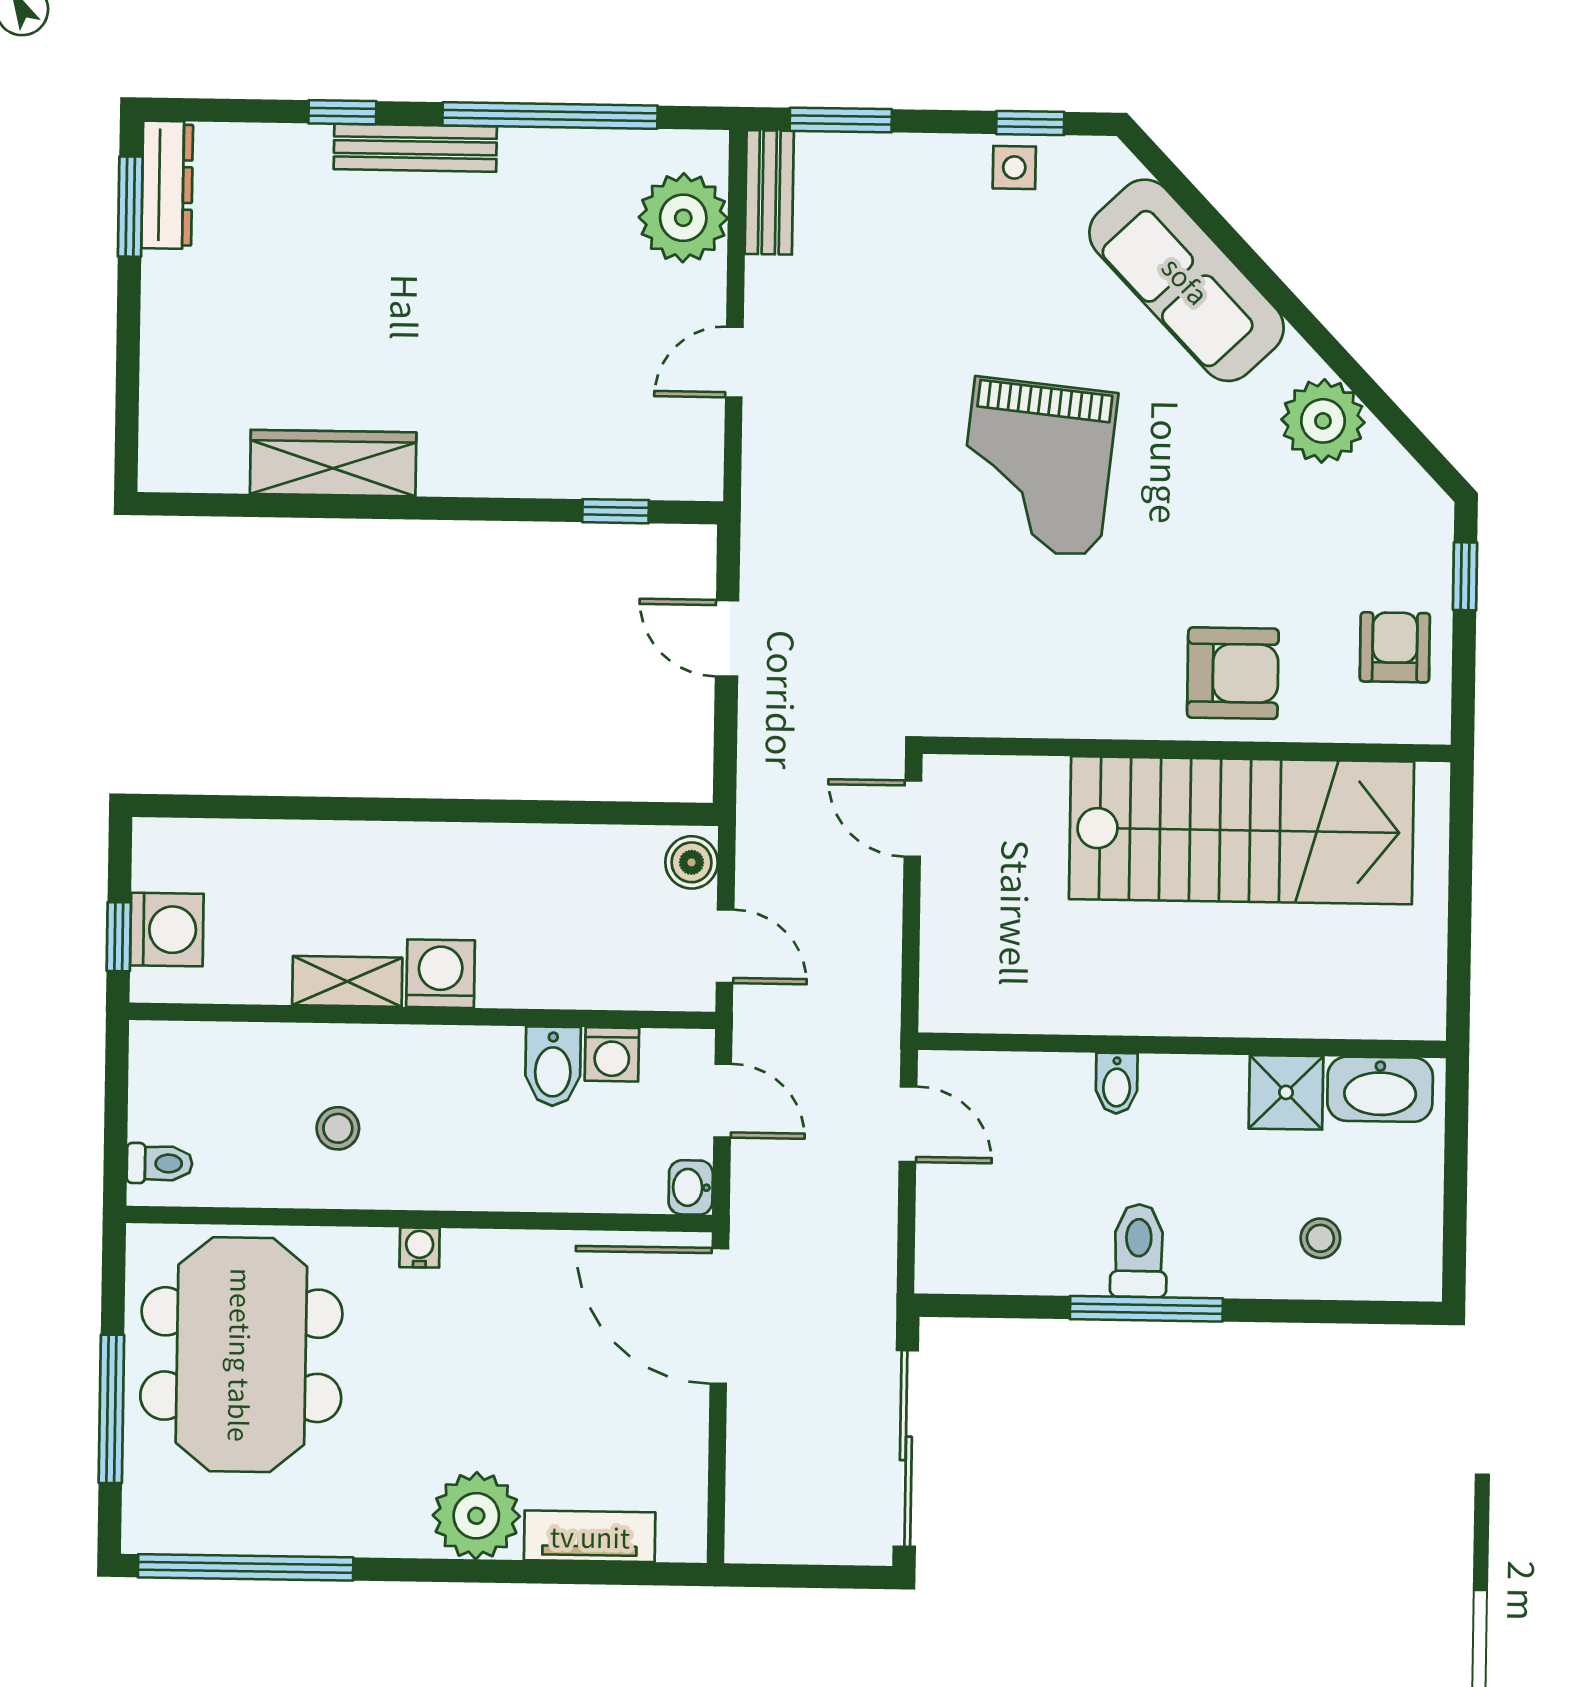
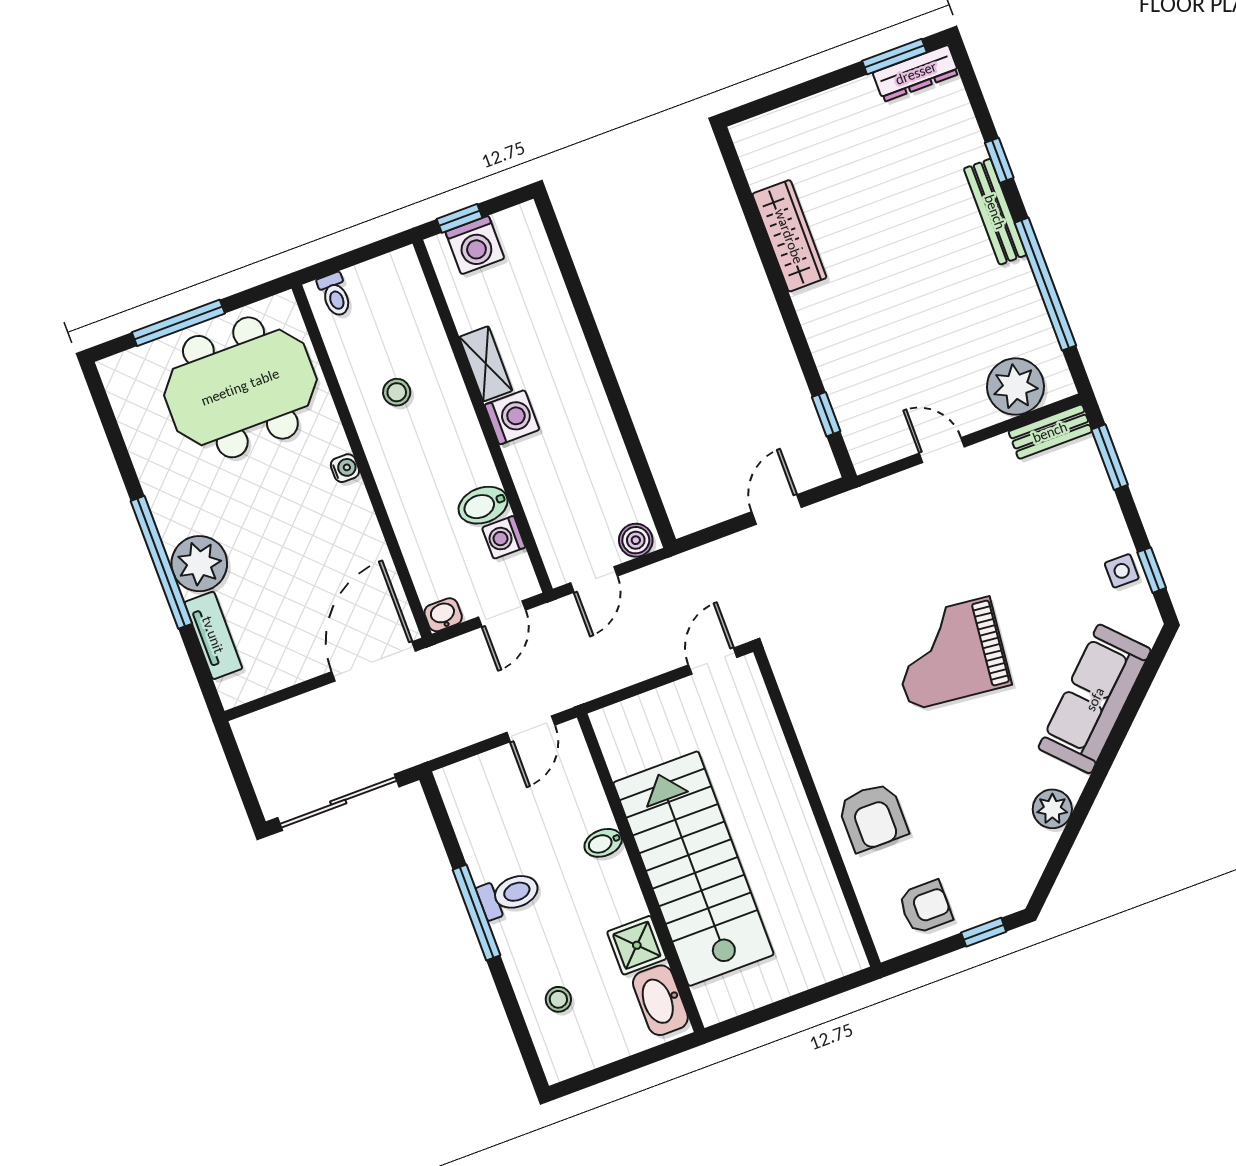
plant: (1323, 421) -> (1052, 809), width x0.73, depth x0.73
stairs: (1241, 830) -> (693, 869), moved, turned 180
window: (246, 1567) -> (161, 562), moved

